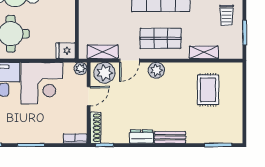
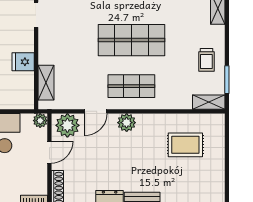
fridge: (66, 51) -> (23, 62), moved
shelving: (103, 52) -> (46, 83), moved, turned 90
shelving: (204, 52) -> (209, 102), moved
rug: (208, 90) -> (185, 145), turned 90

